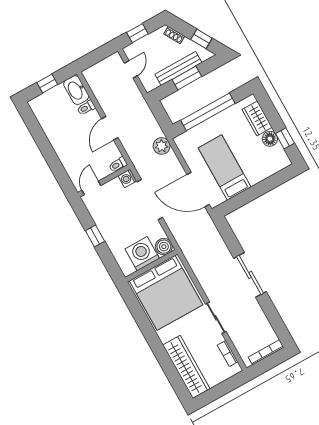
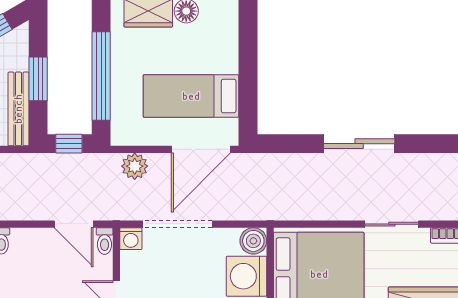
bench: (178, 68) -> (18, 109), moved
window: (161, 115) -> (69, 144), added
door: (110, 128) -> (74, 224), moved
plant: (162, 146) -> (135, 166), moved

